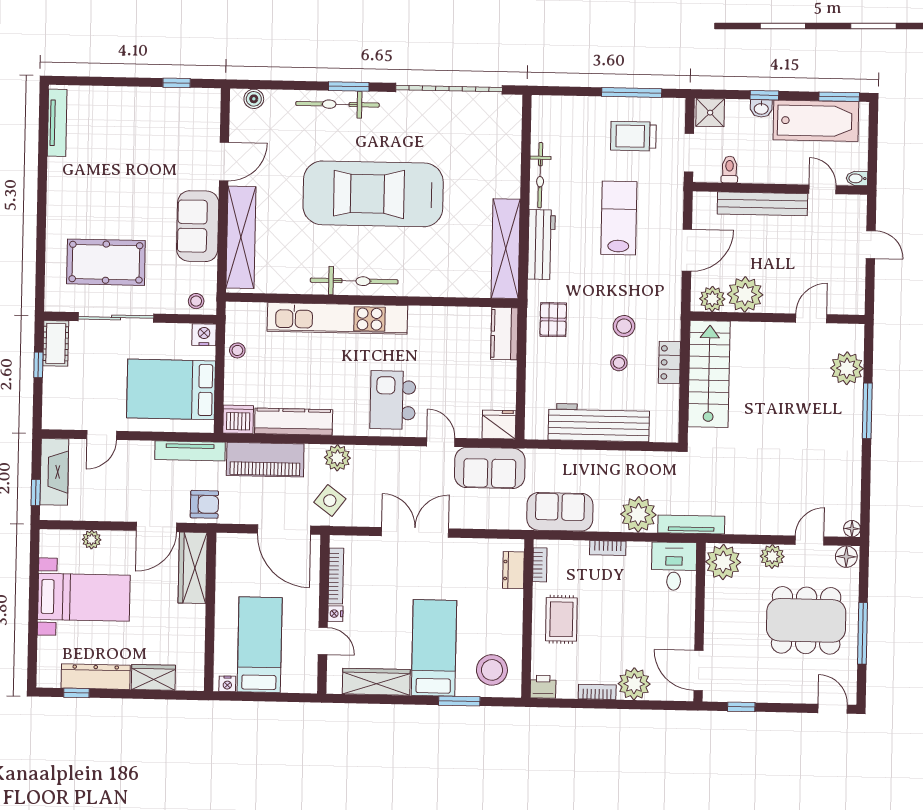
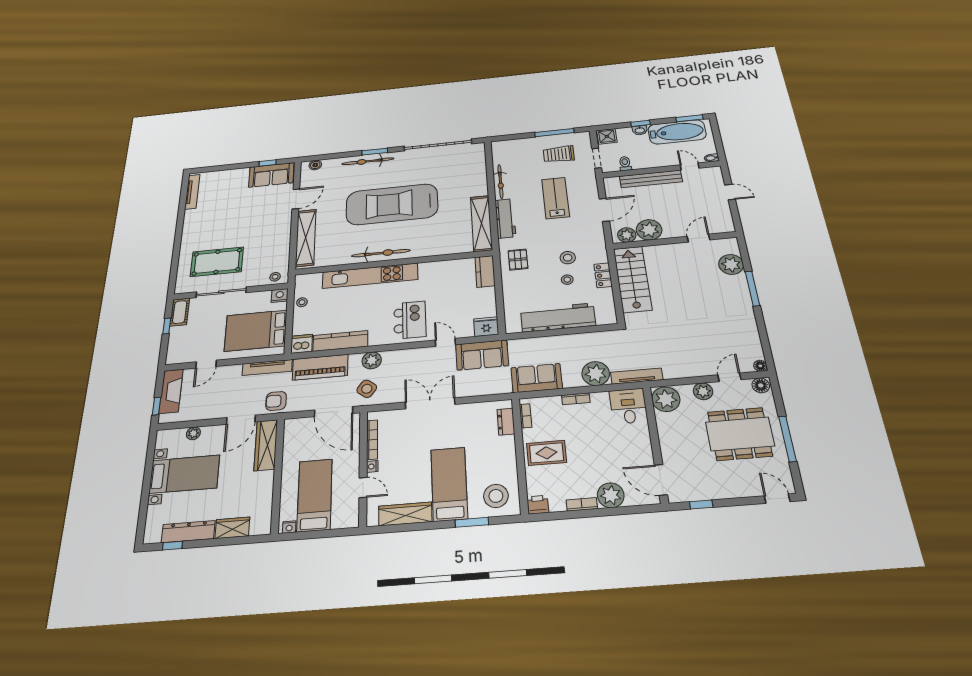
sofa: (198, 226) -> (271, 175), moved, turned -90
kitchen island: (393, 400) -> (410, 320), turned 180
armchair: (204, 504) -> (276, 401), turned 180
rug: (561, 619) -> (547, 453), turned 90

